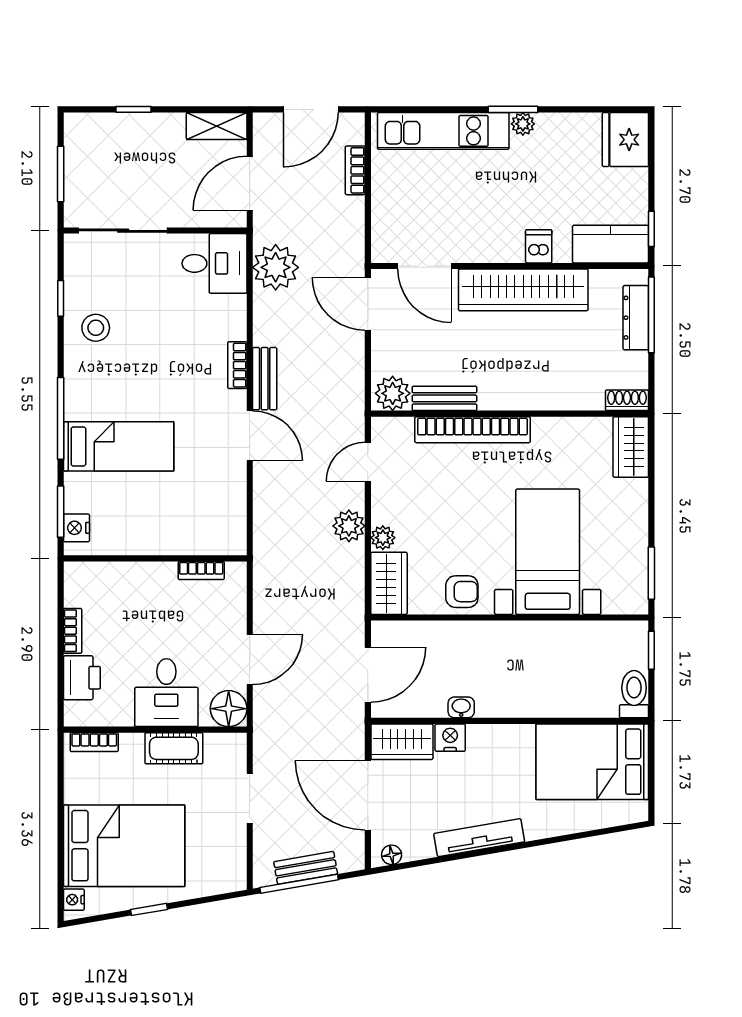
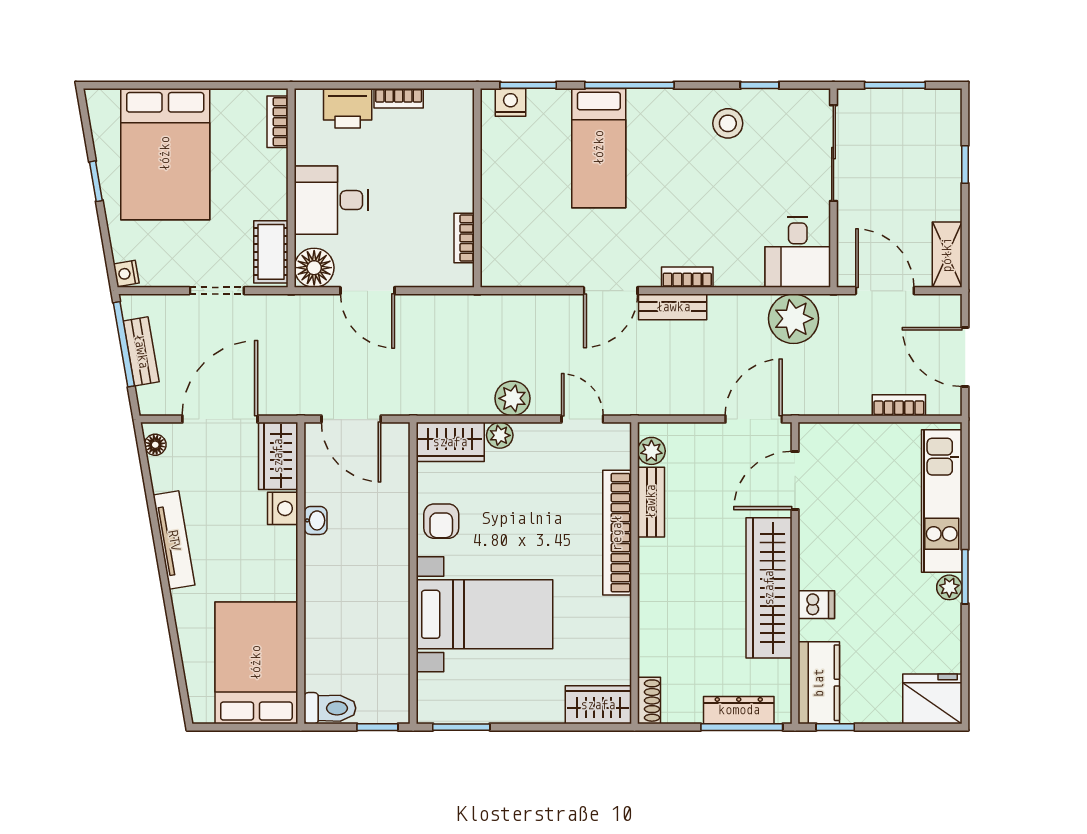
plant: (393, 393) -> (651, 451), width x0.73, depth x0.73
cot: (174, 748) -> (271, 252), moved
nightstand: (74, 900) -> (126, 273), moved, turned -100

